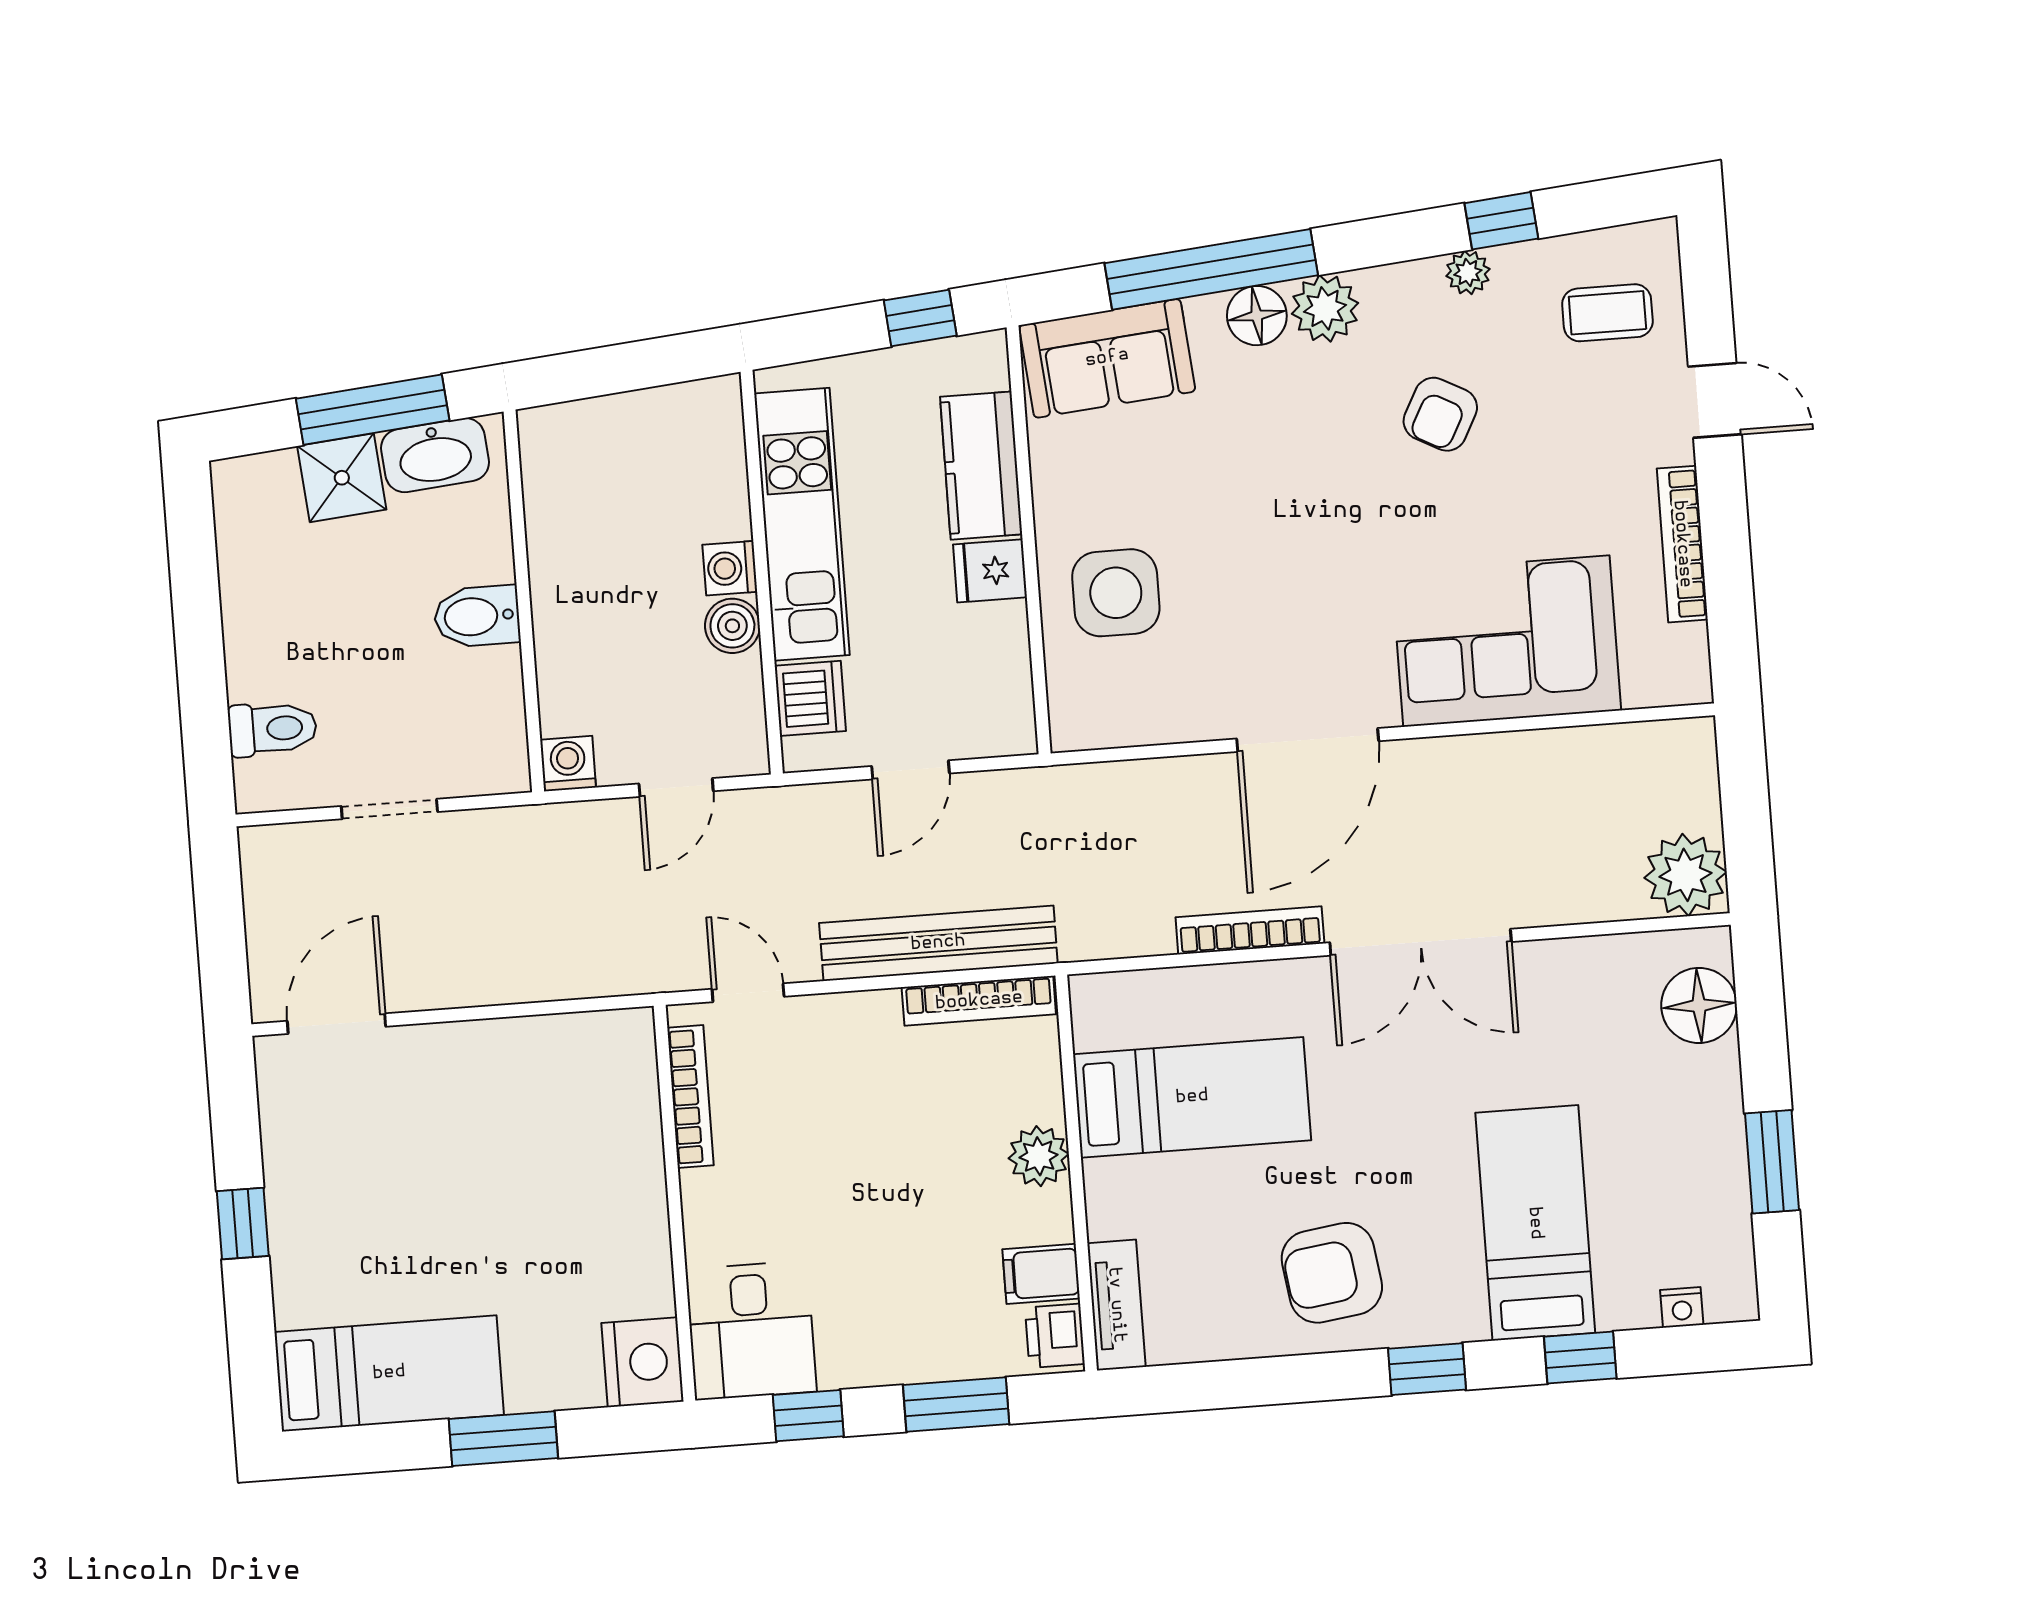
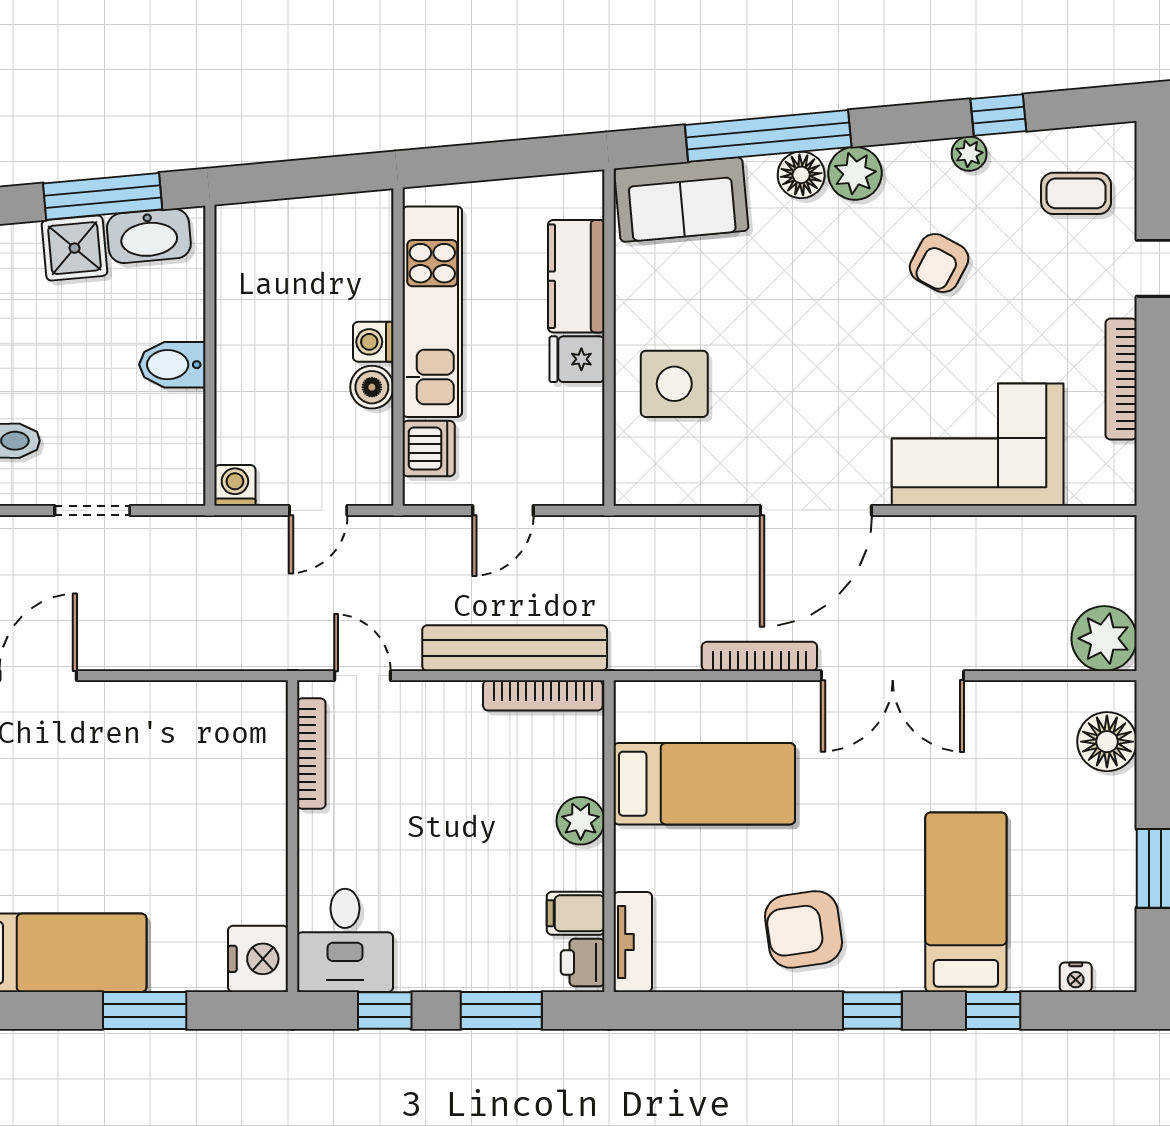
window: (920, 318) -> (537, 157), removed

